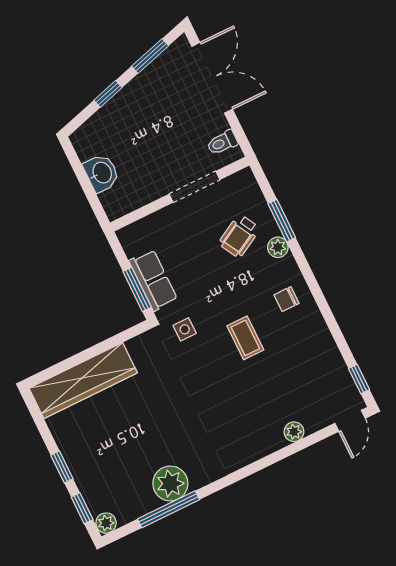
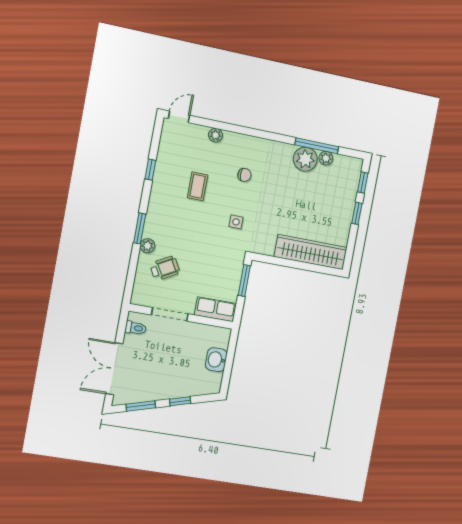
window: (282, 221) -> (140, 228), moved
row of seats: (153, 280) -> (215, 309), moved, turned 90
chair: (286, 299) -> (244, 175), moved
side table: (185, 329) -> (236, 222), moved
coffee table: (245, 338) -> (198, 186), moved
window: (359, 379) -> (150, 170), moved
plant: (106, 523) -> (326, 158), moved

